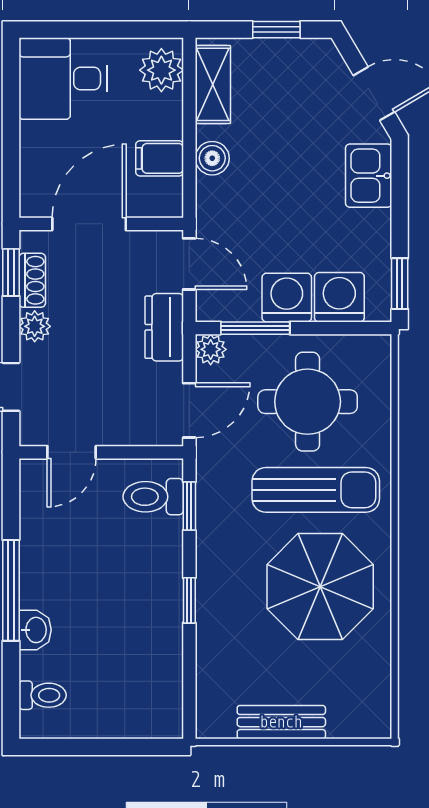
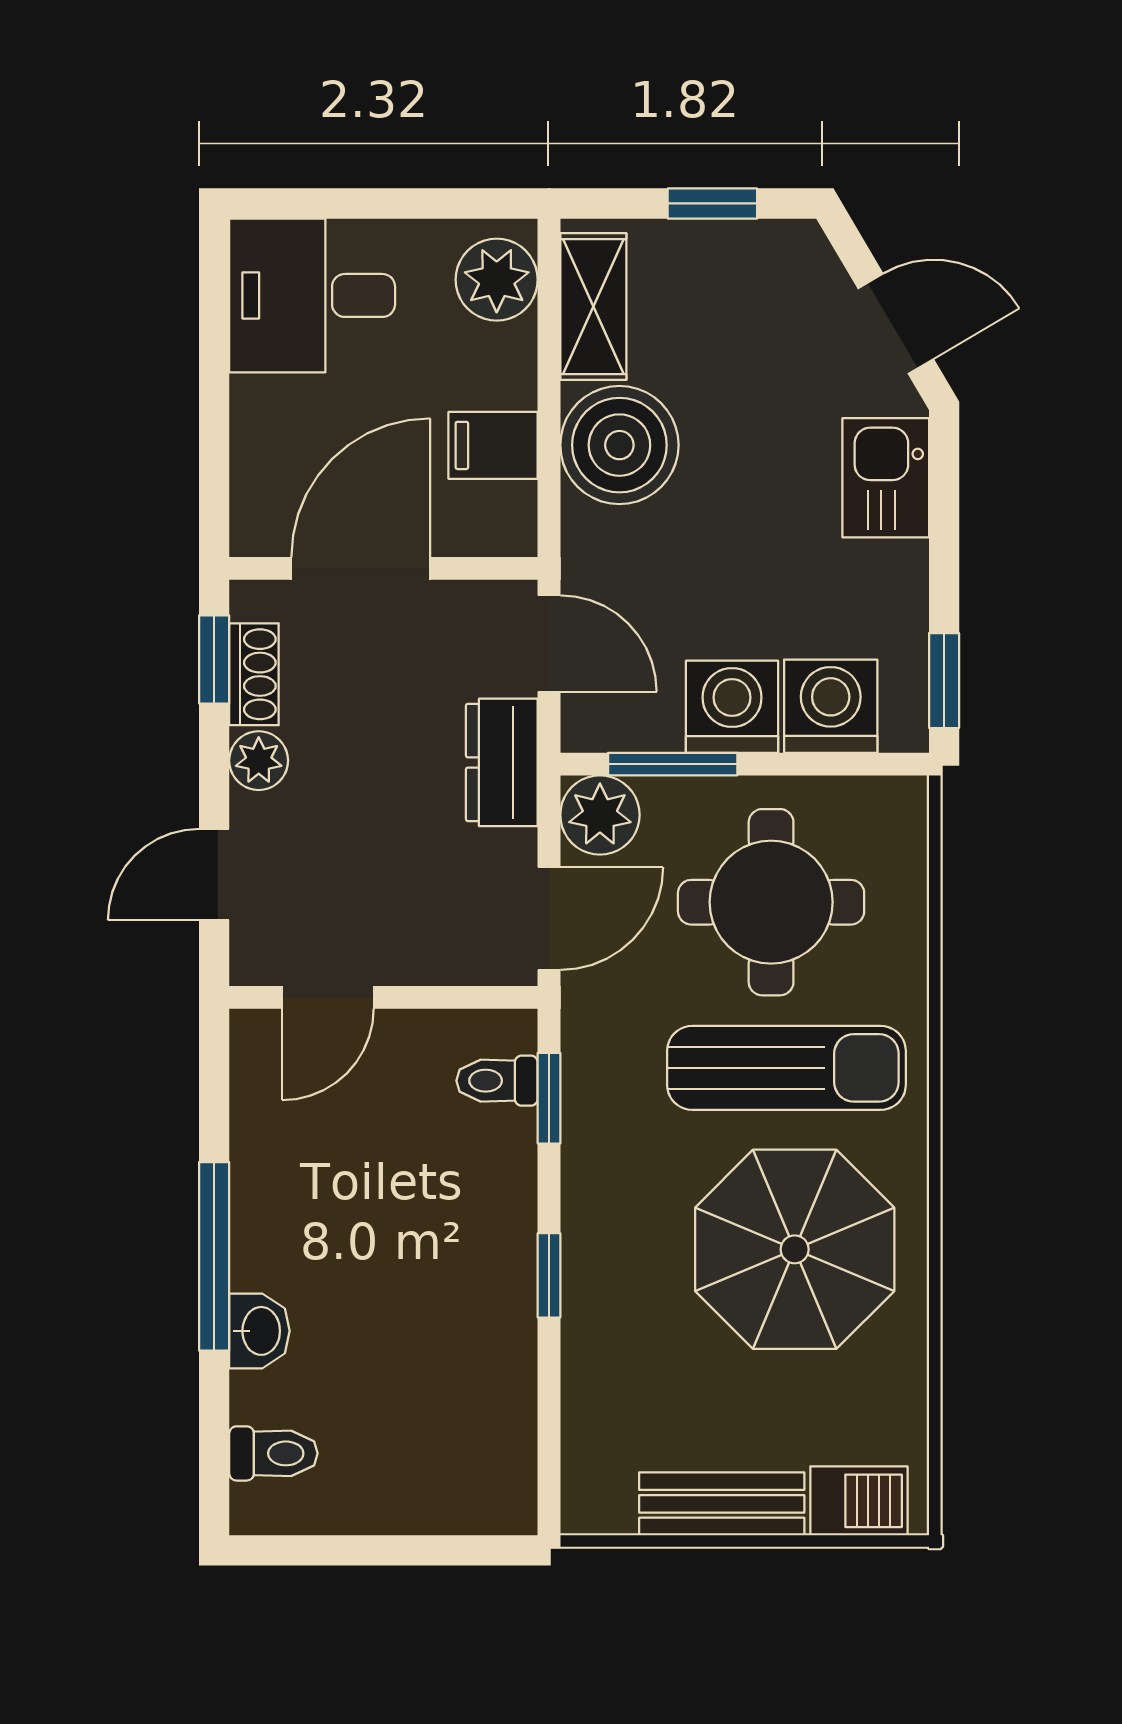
boiler: (212, 158) -> (619, 445), width x1.86, depth x1.86
plant: (211, 349) -> (600, 815), width x1.38, depth x1.38
toilet: (153, 497) -> (497, 1081), width x0.73, depth x0.72
barbecue: (354, 720) -> (859, 1501), added

